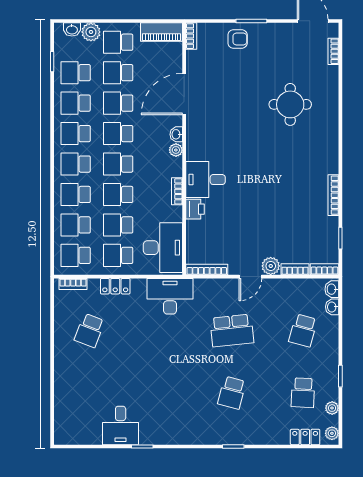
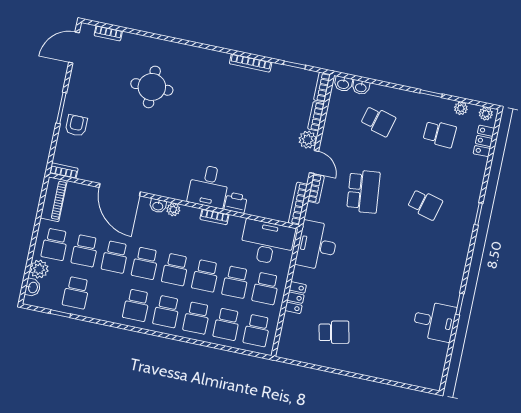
school desk: (76, 103) -> (106, 299), removed
bookcase: (73, 284) -> (316, 189), moved
school desk: (89, 330) -> (334, 332), turned -33

